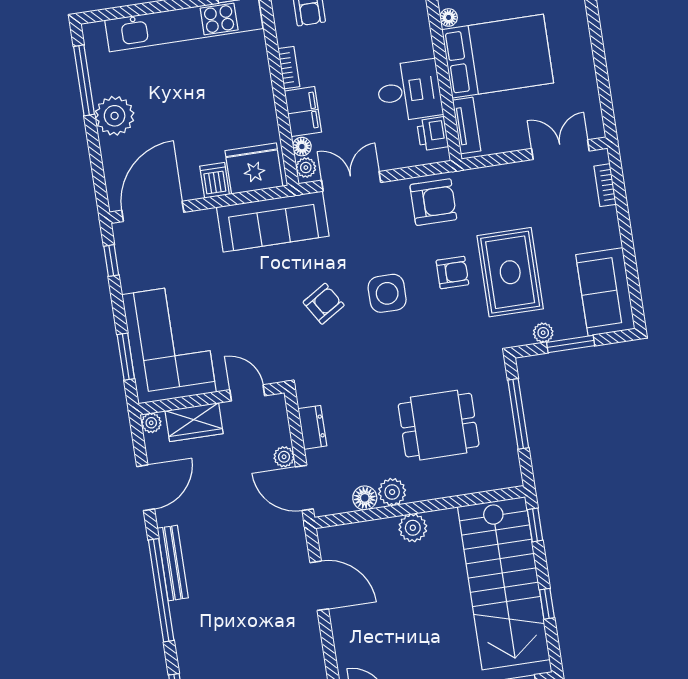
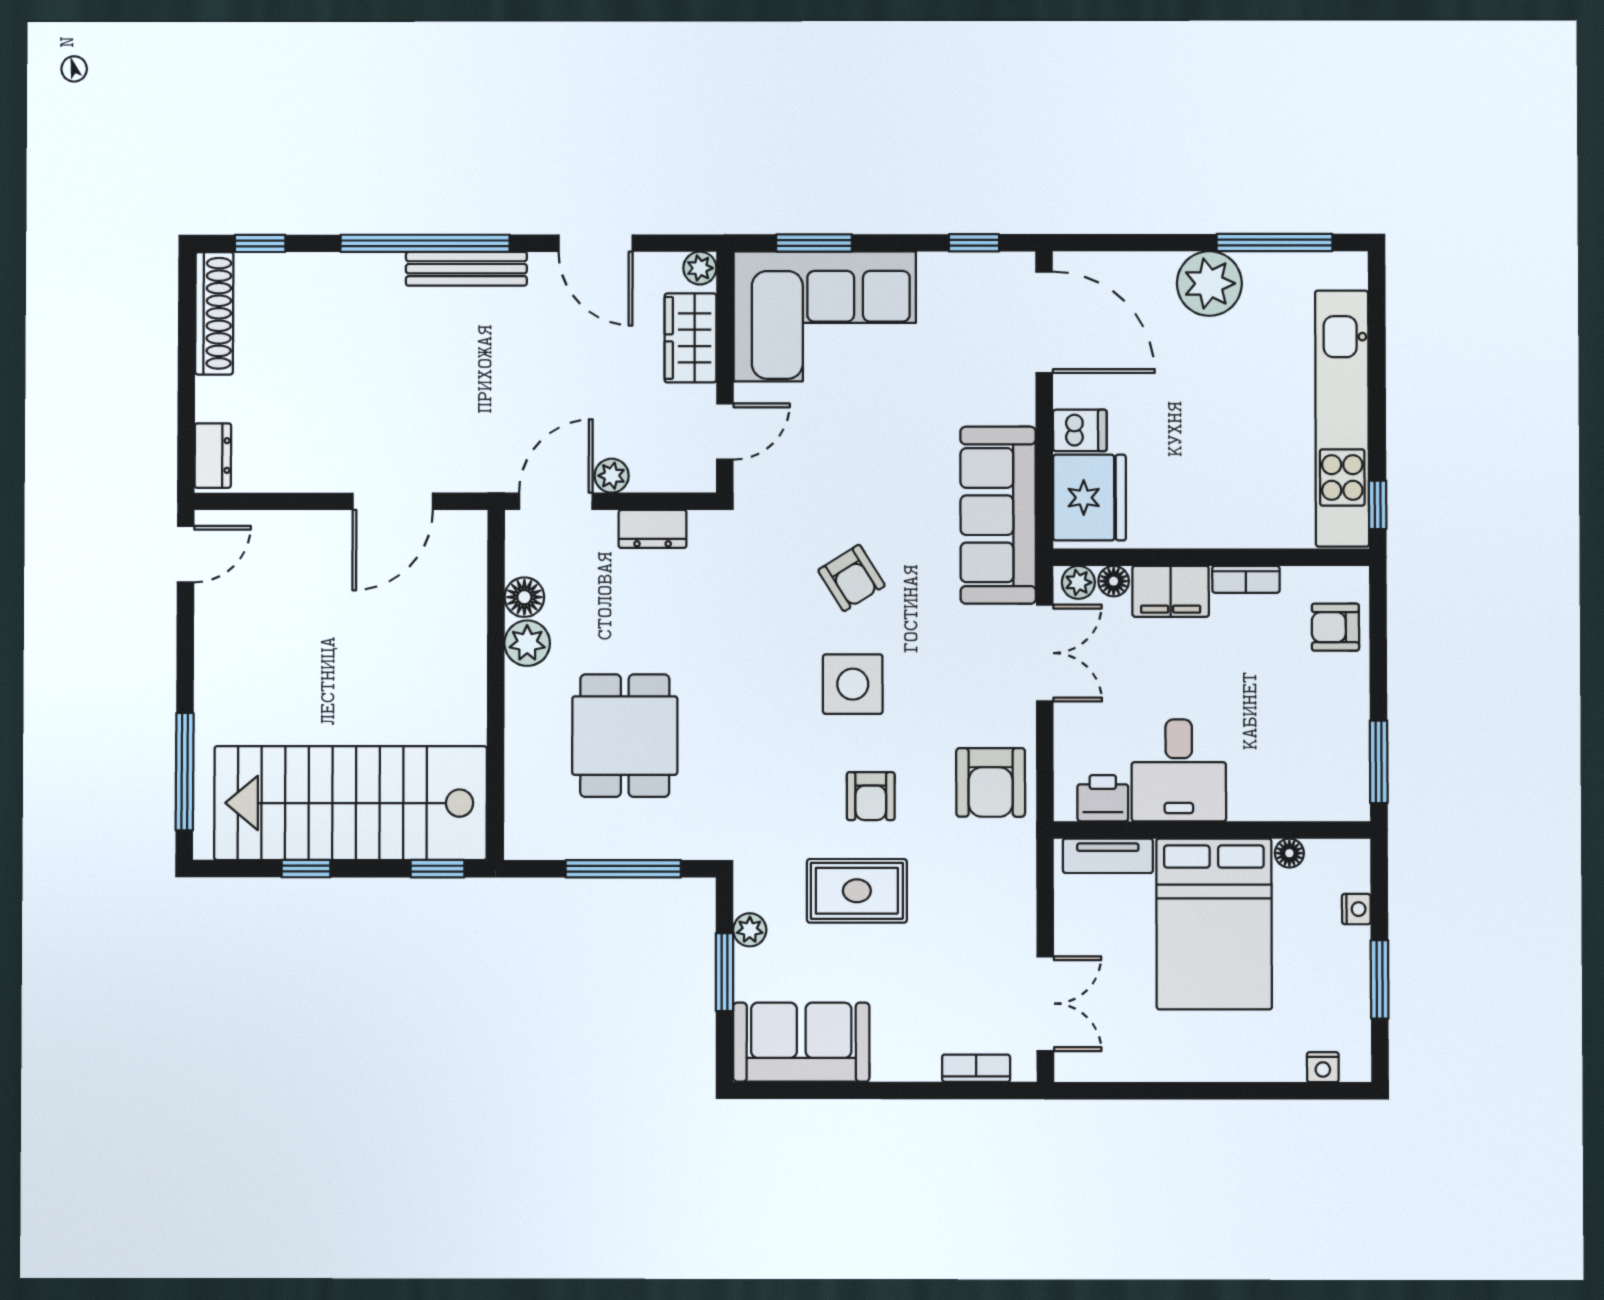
rug: (510, 272) -> (857, 891), width x0.73, depth x0.70
plant: (413, 528) -> (464, 668), removed

